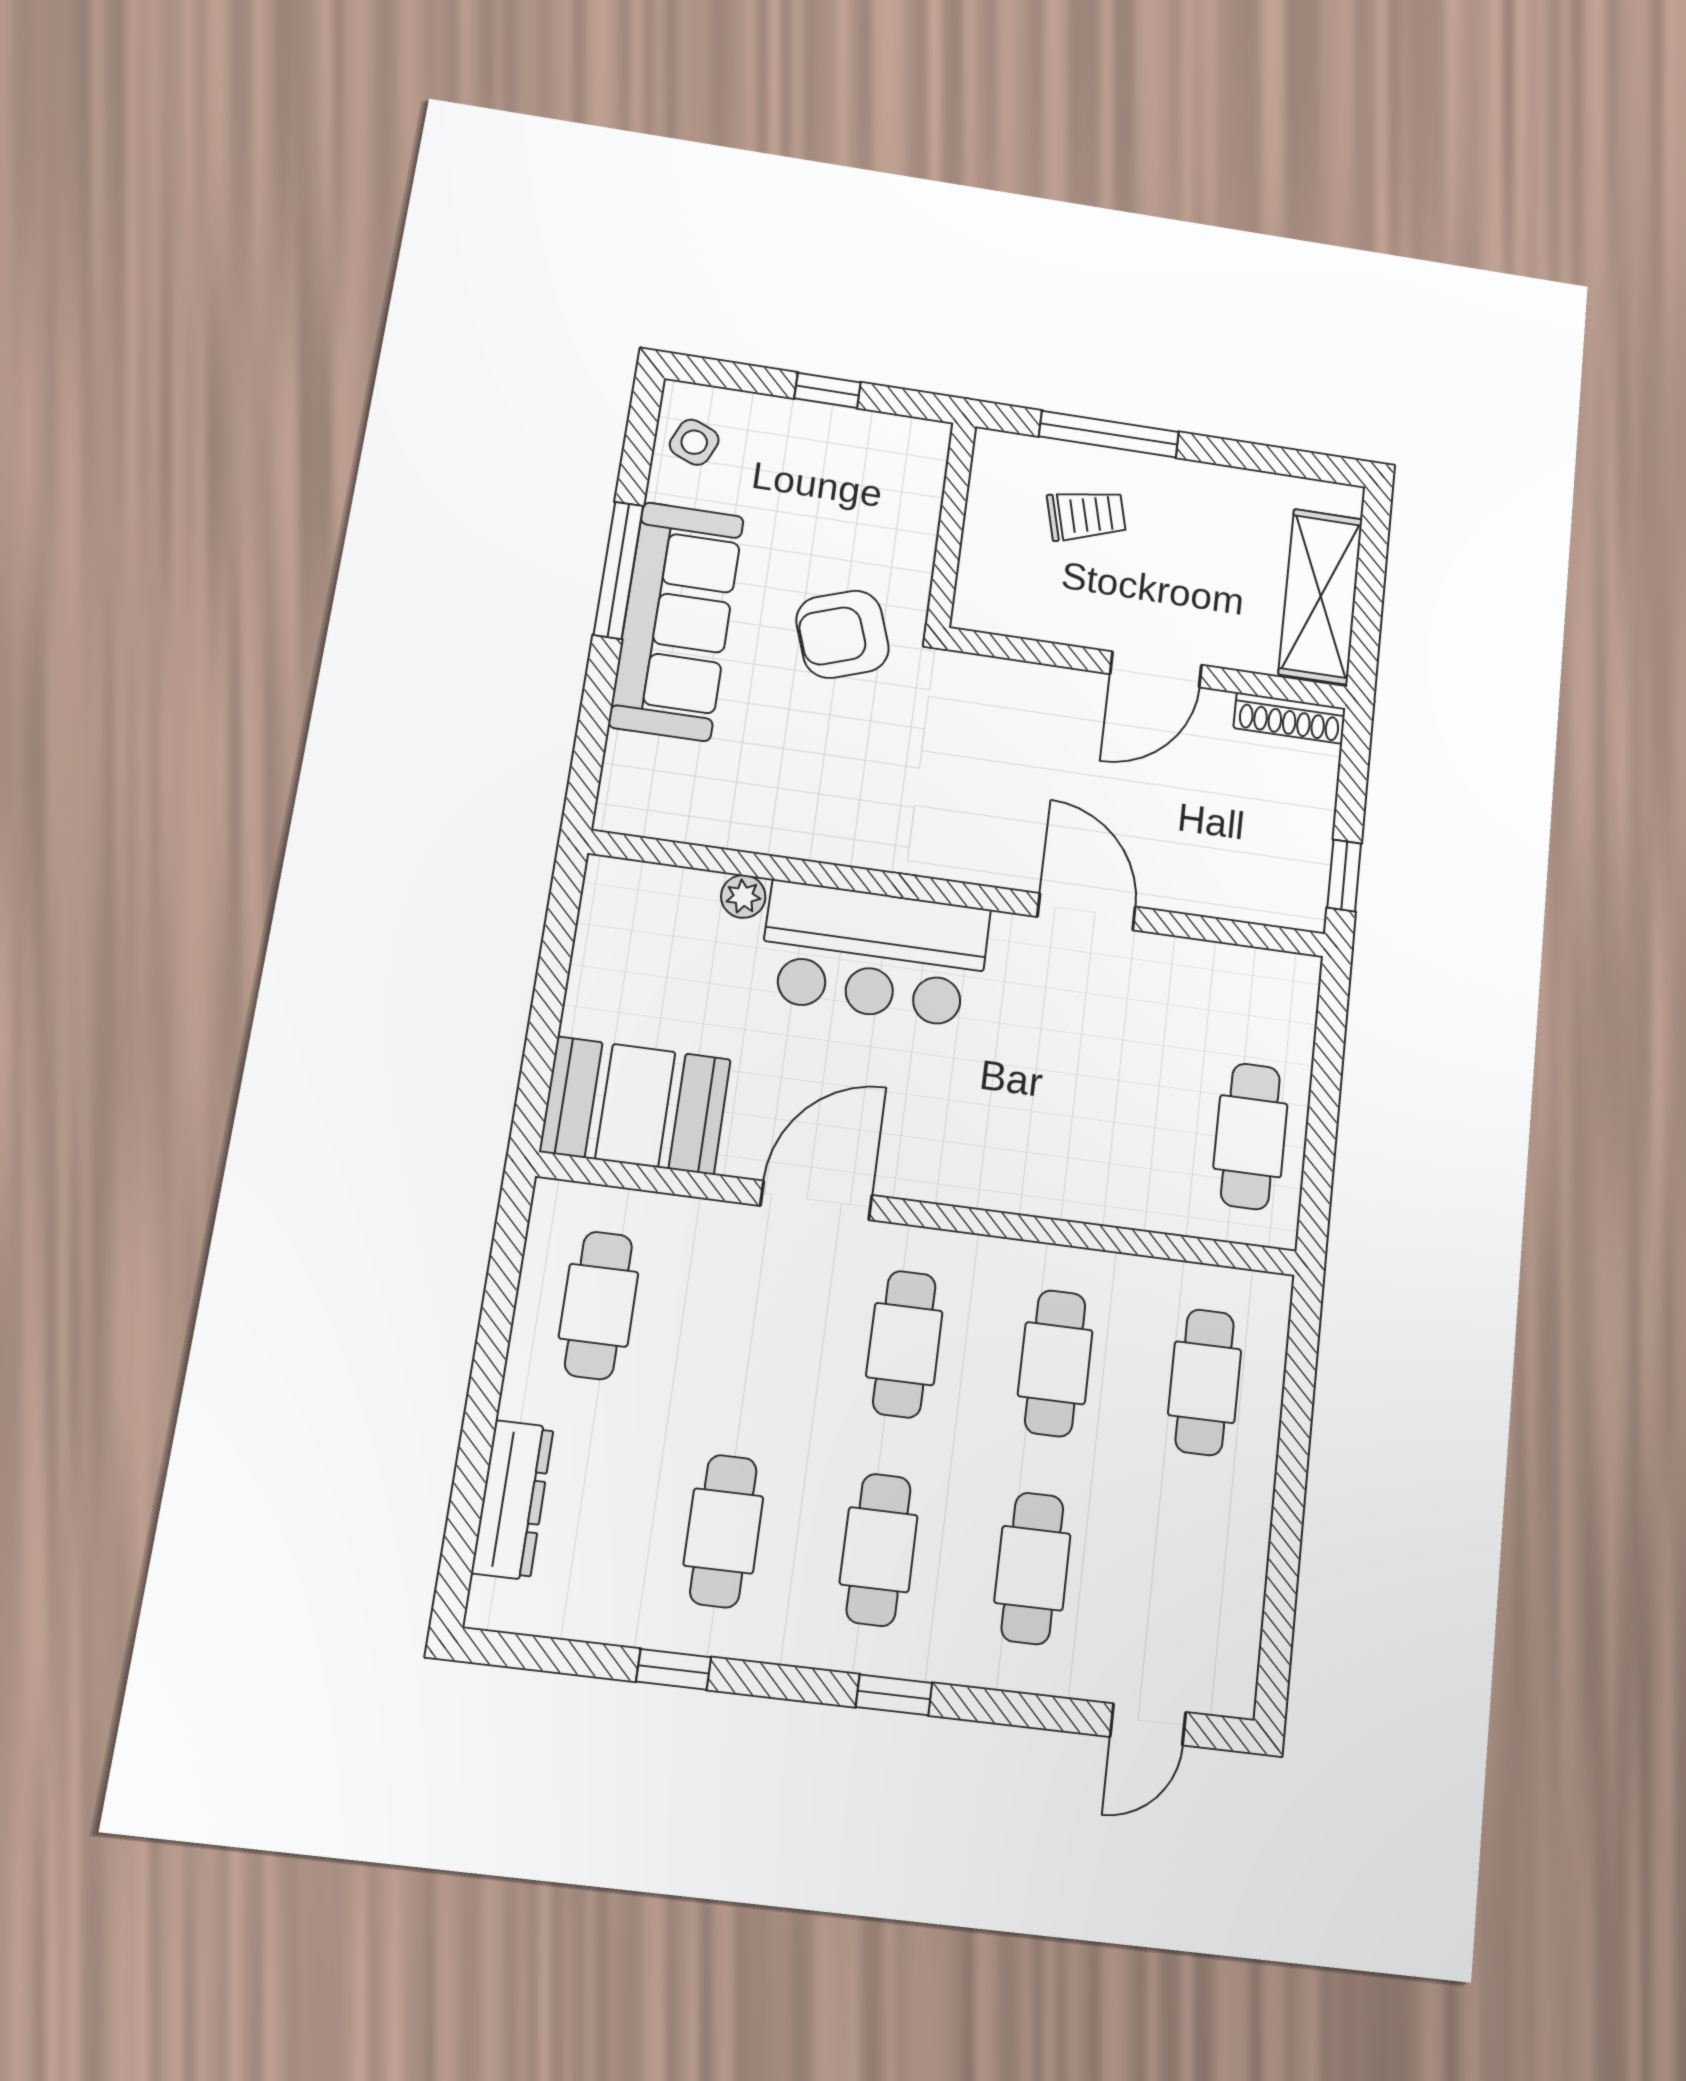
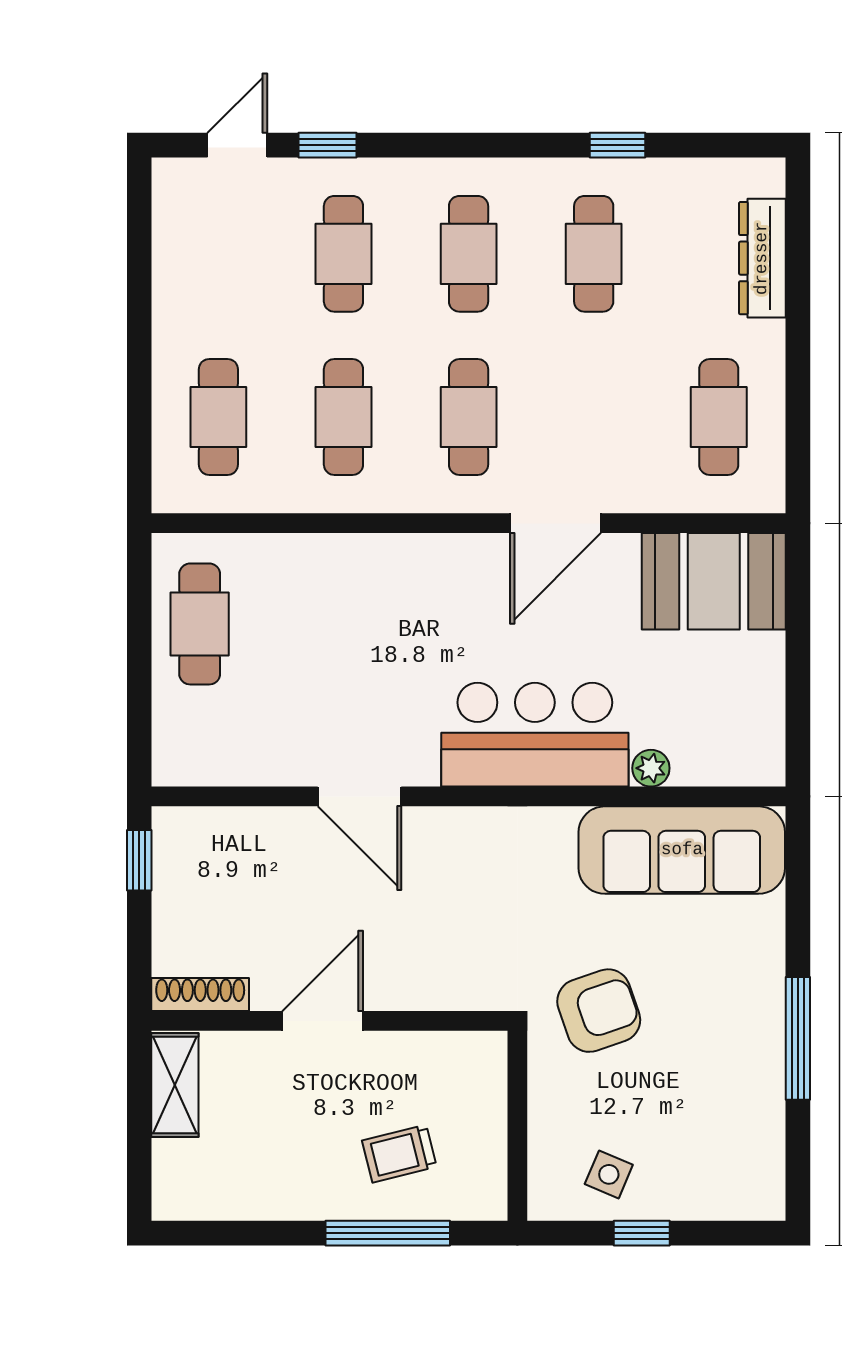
side table: (694, 442) -> (609, 1174), moved
shelving: (1321, 596) -> (175, 1085), width x0.67, depth x0.75
sofa: (677, 621) -> (682, 850), moved, turned -90
window: (894, 1695) -> (328, 145), moved

